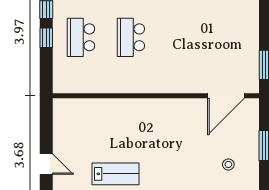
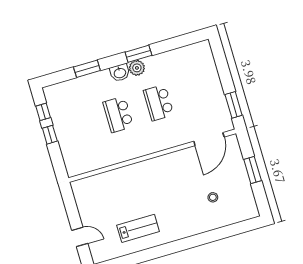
school desk: (81, 37) -> (159, 103), moved
stool: (228, 164) -> (213, 197), moved

